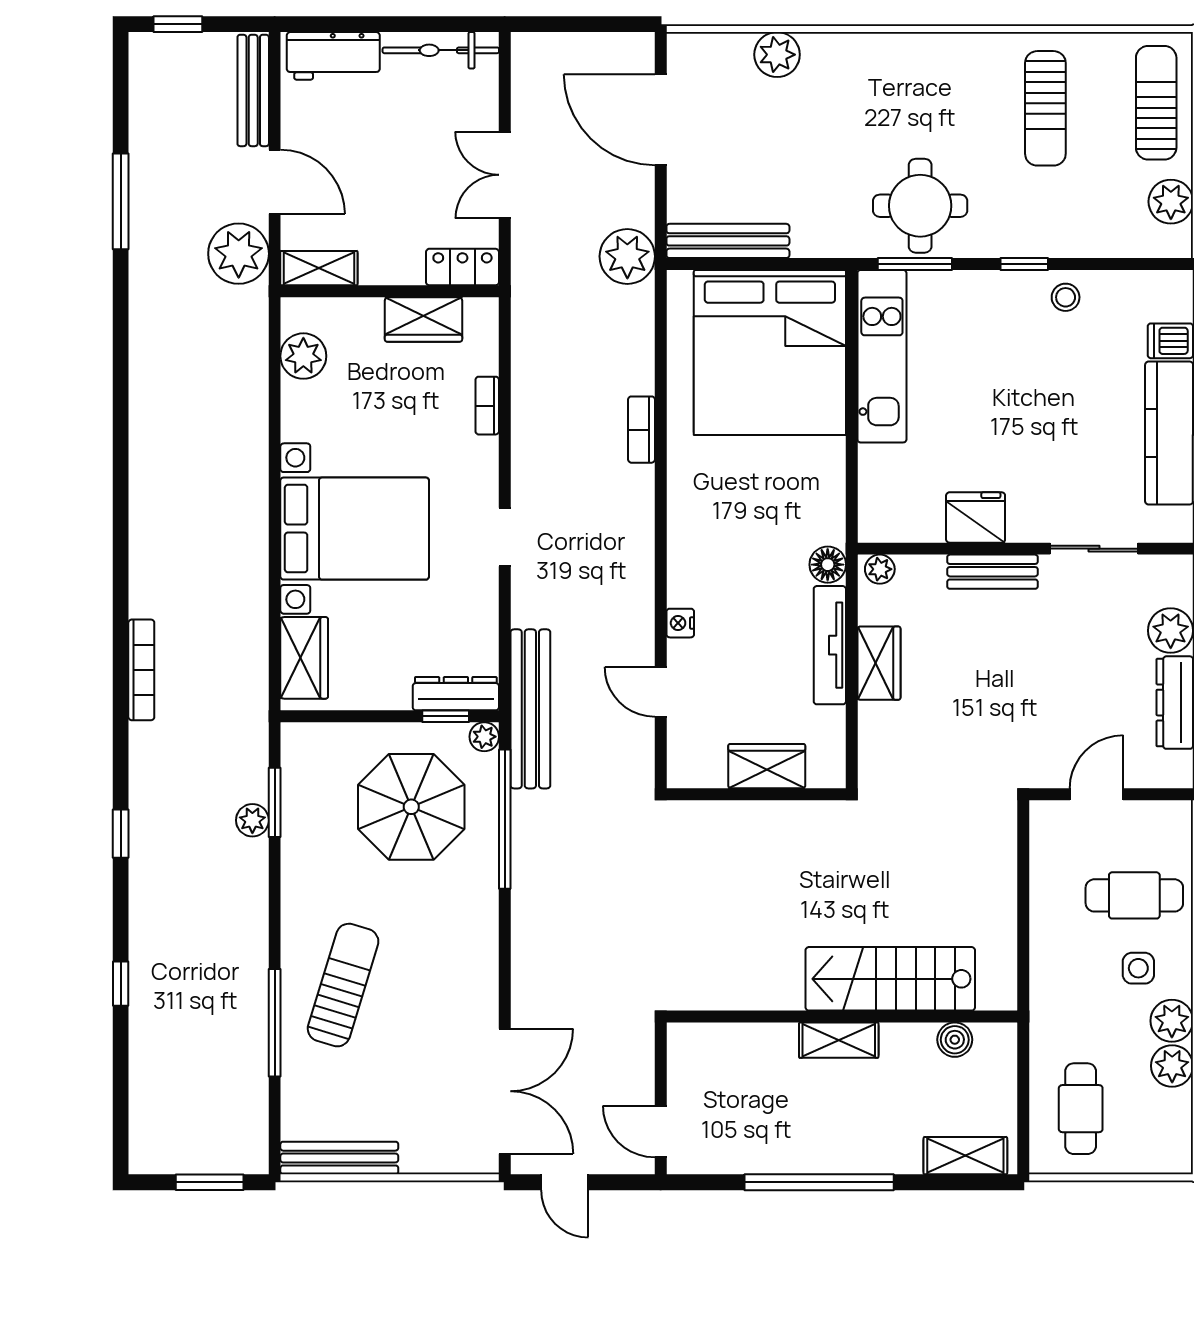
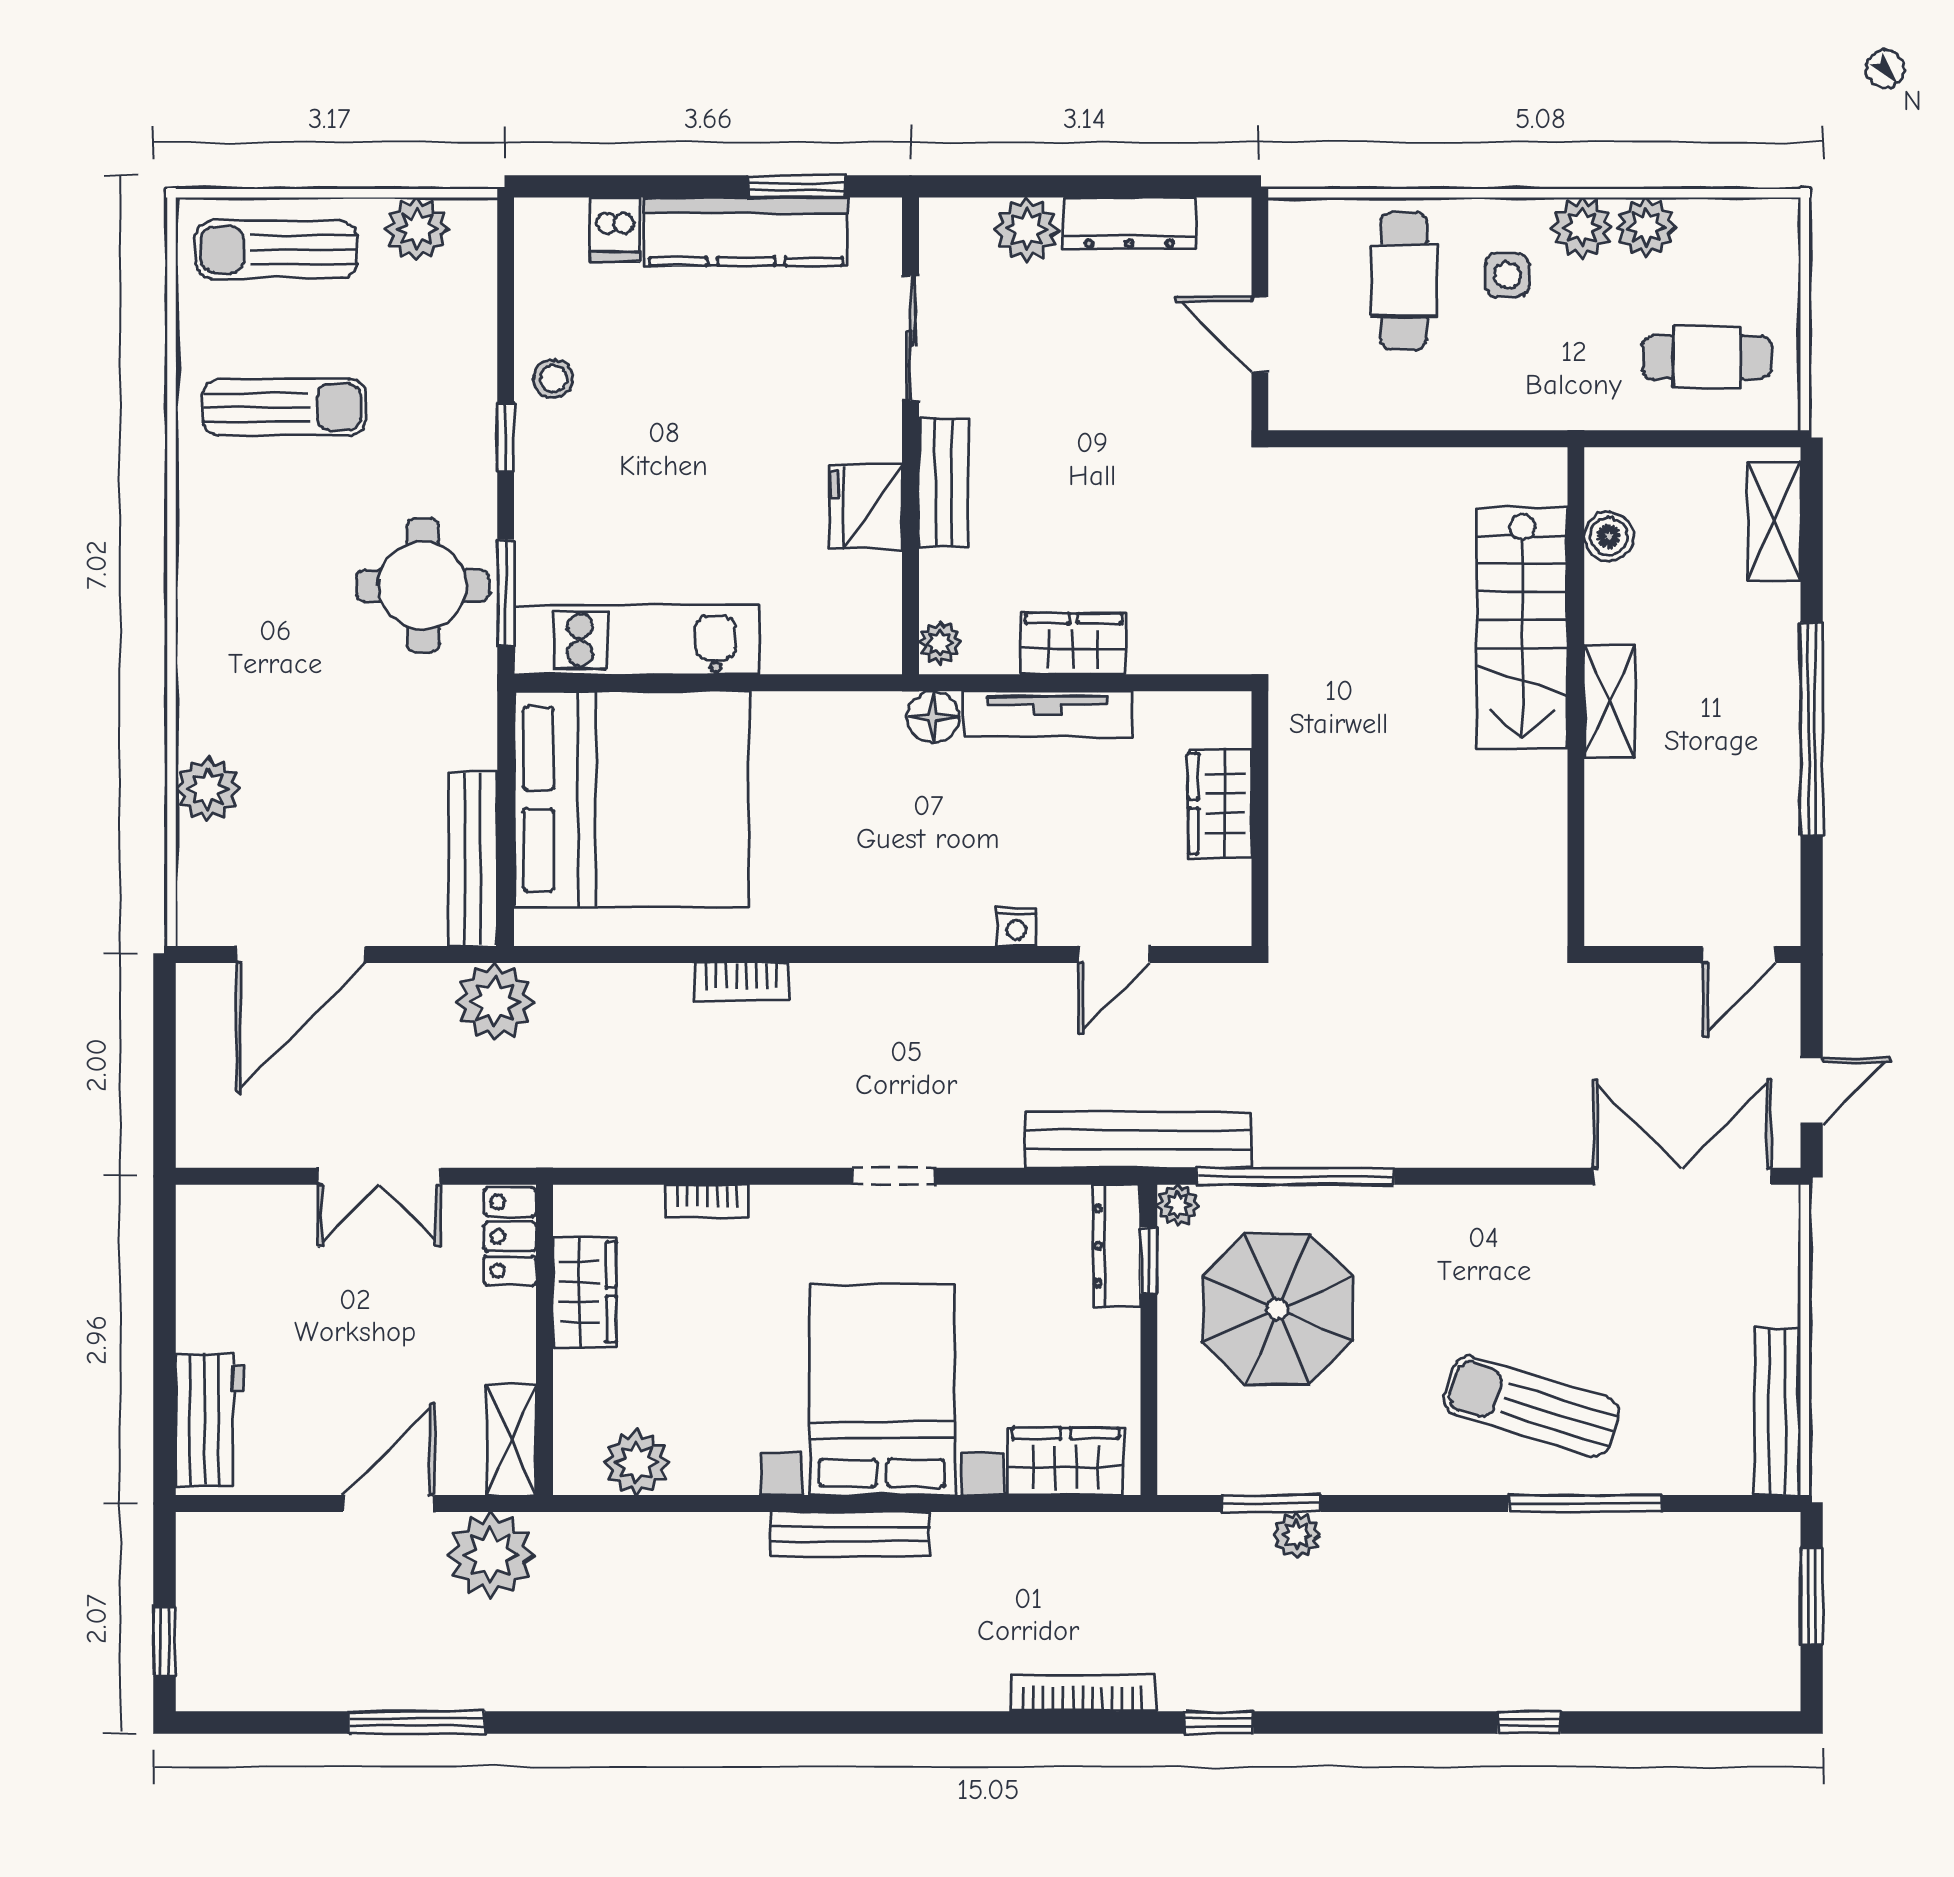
bicycle: (441, 50) -> (202, 1267), removed
bench: (253, 90) -> (850, 1534), moved
window: (121, 834) -> (1219, 1723), moved

